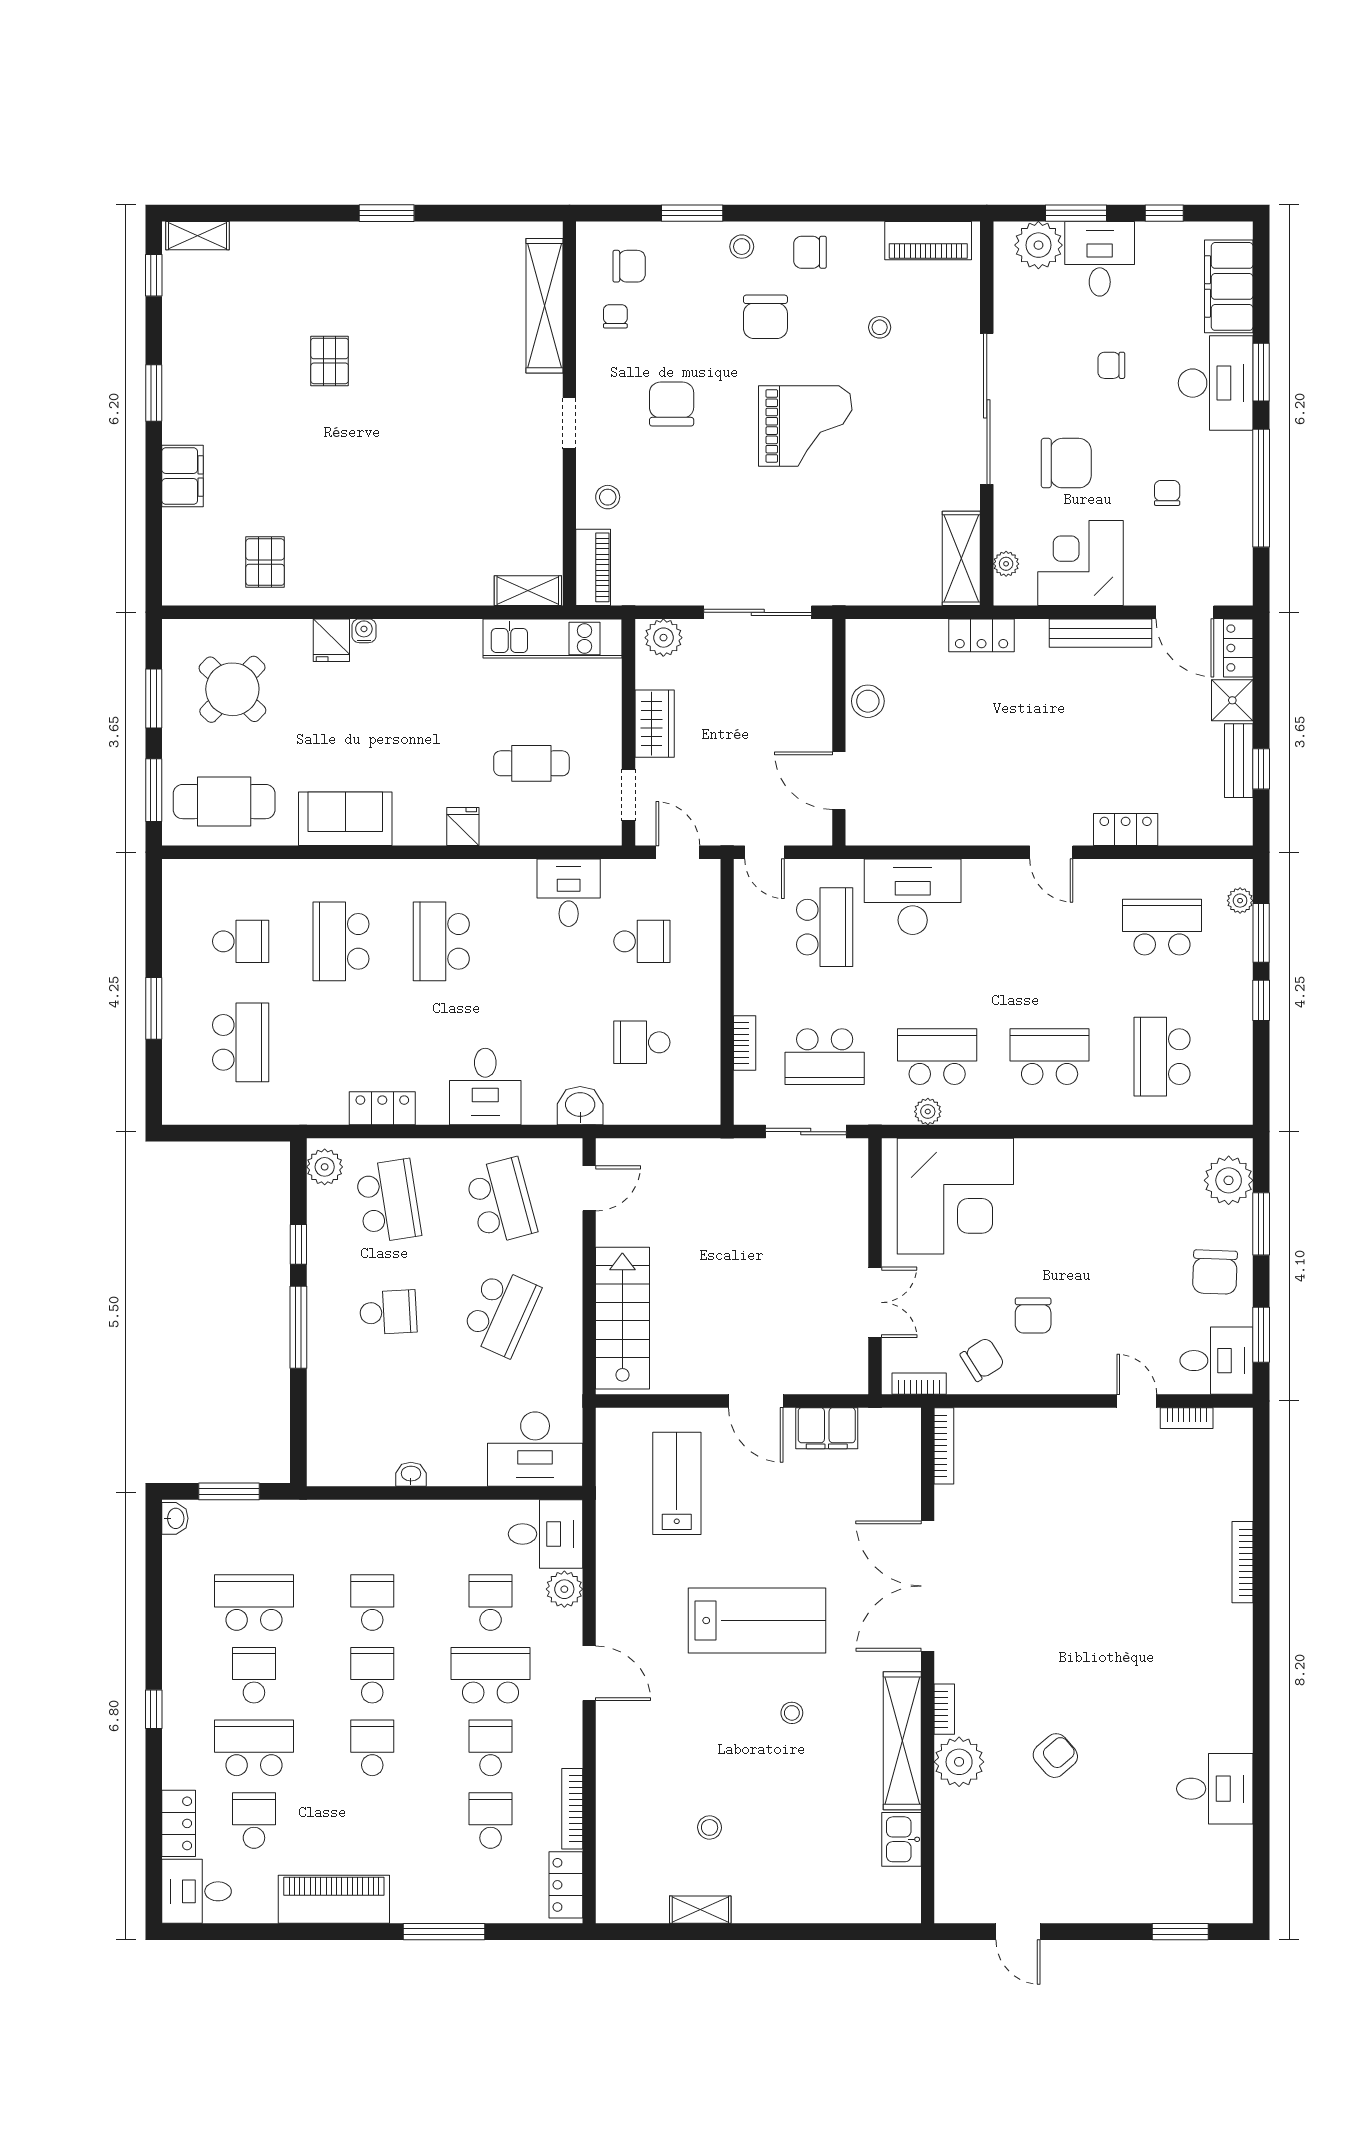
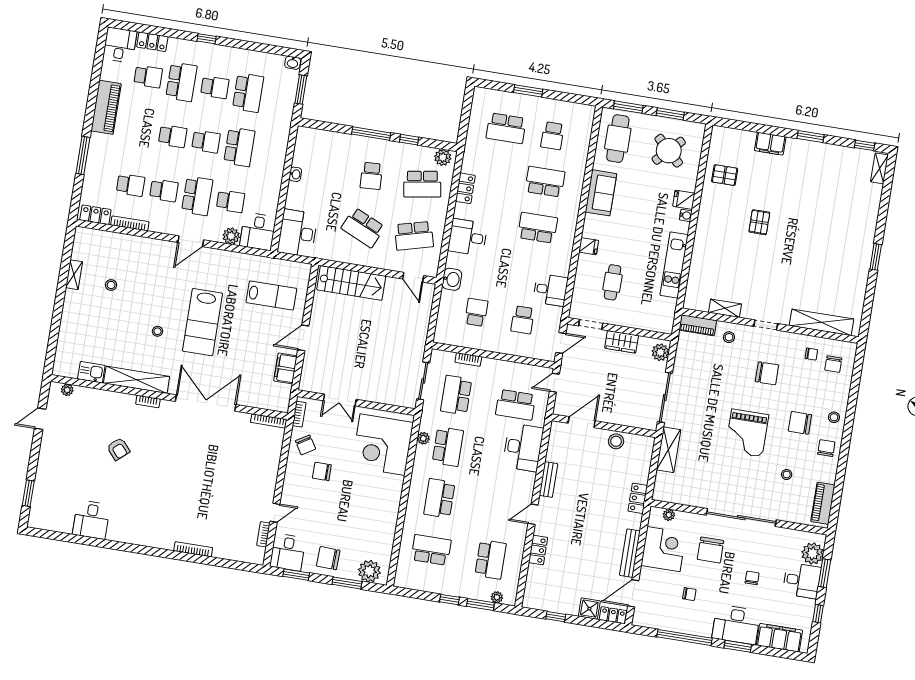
window: (692, 213) -> (853, 397), removed
pallet: (330, 361) -> (759, 222), moved, turned 90
shelving: (961, 558) -> (668, 450), moved, turned 90
shelving: (528, 591) -> (725, 308), moved, turned 90
kitchen unit: (553, 638) -> (674, 265), moved
bench: (1239, 761) -> (548, 479), moved, turned 90
school desk: (1050, 1057) -> (439, 498), turned 180
school desk: (372, 1603) -> (239, 147), width x1.85
plant: (959, 1762) -> (67, 390), moved, width x0.53, depth x0.53

